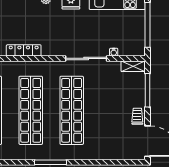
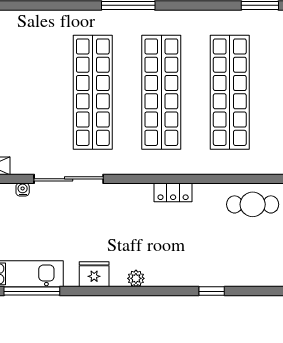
locker: (24, 50) -> (173, 192), width x0.66

